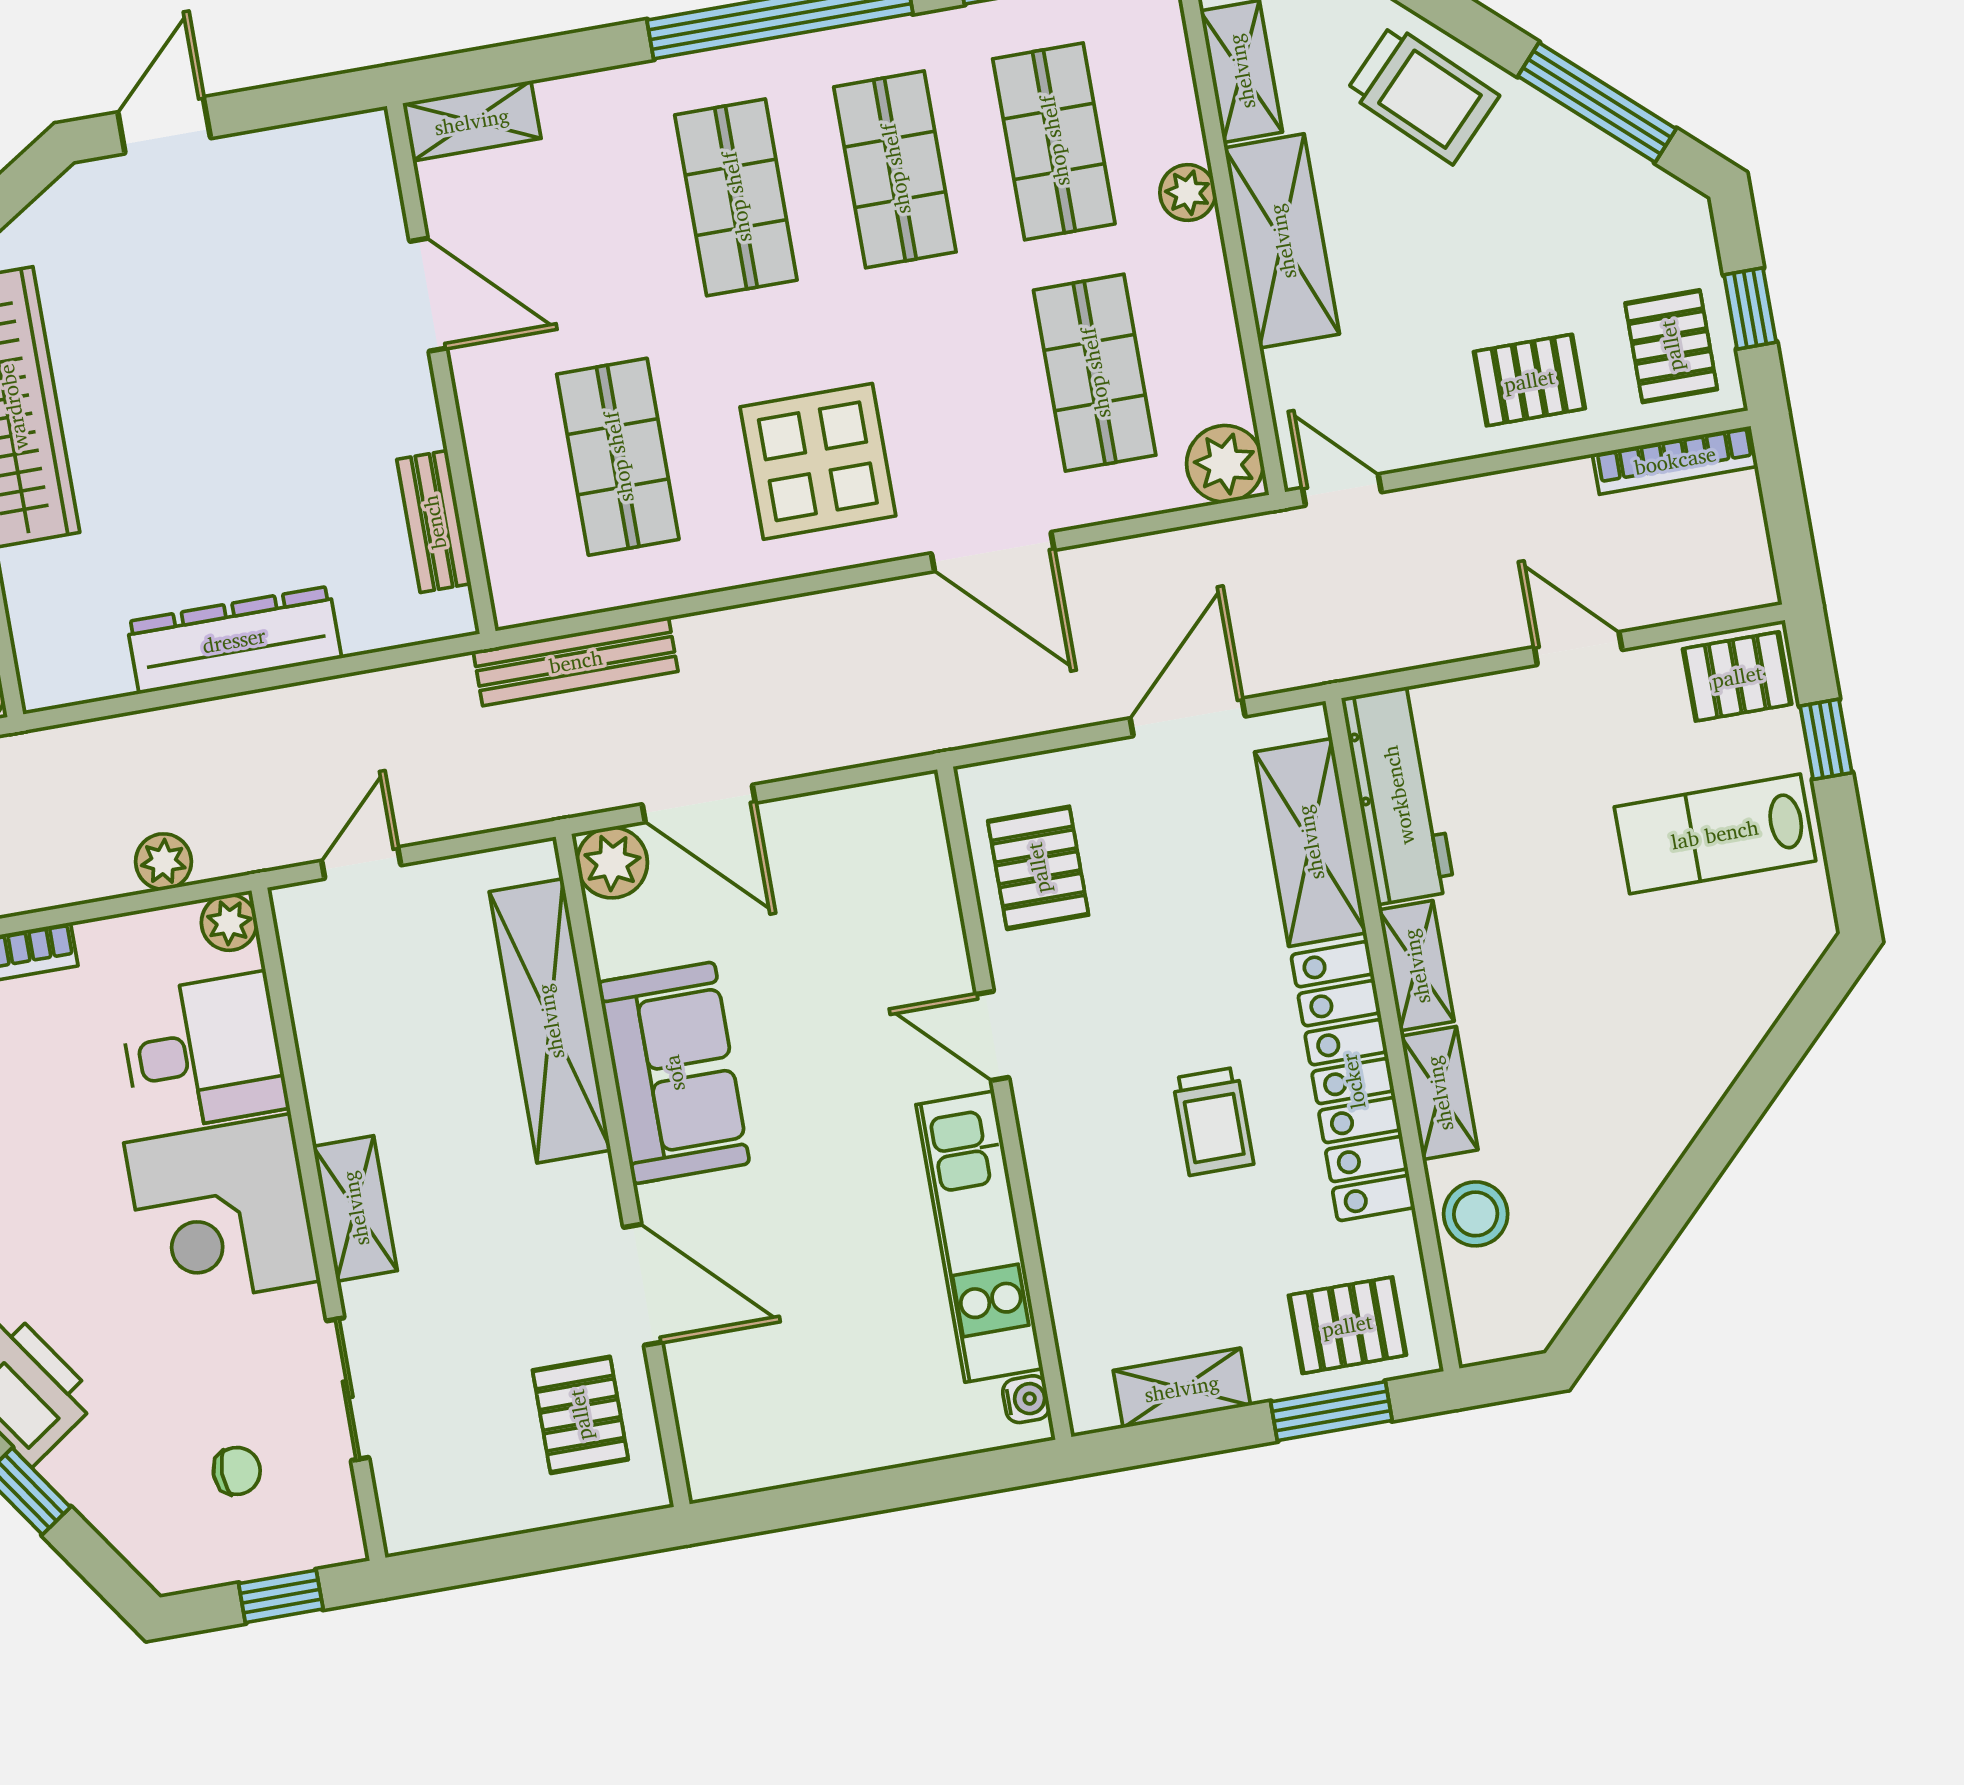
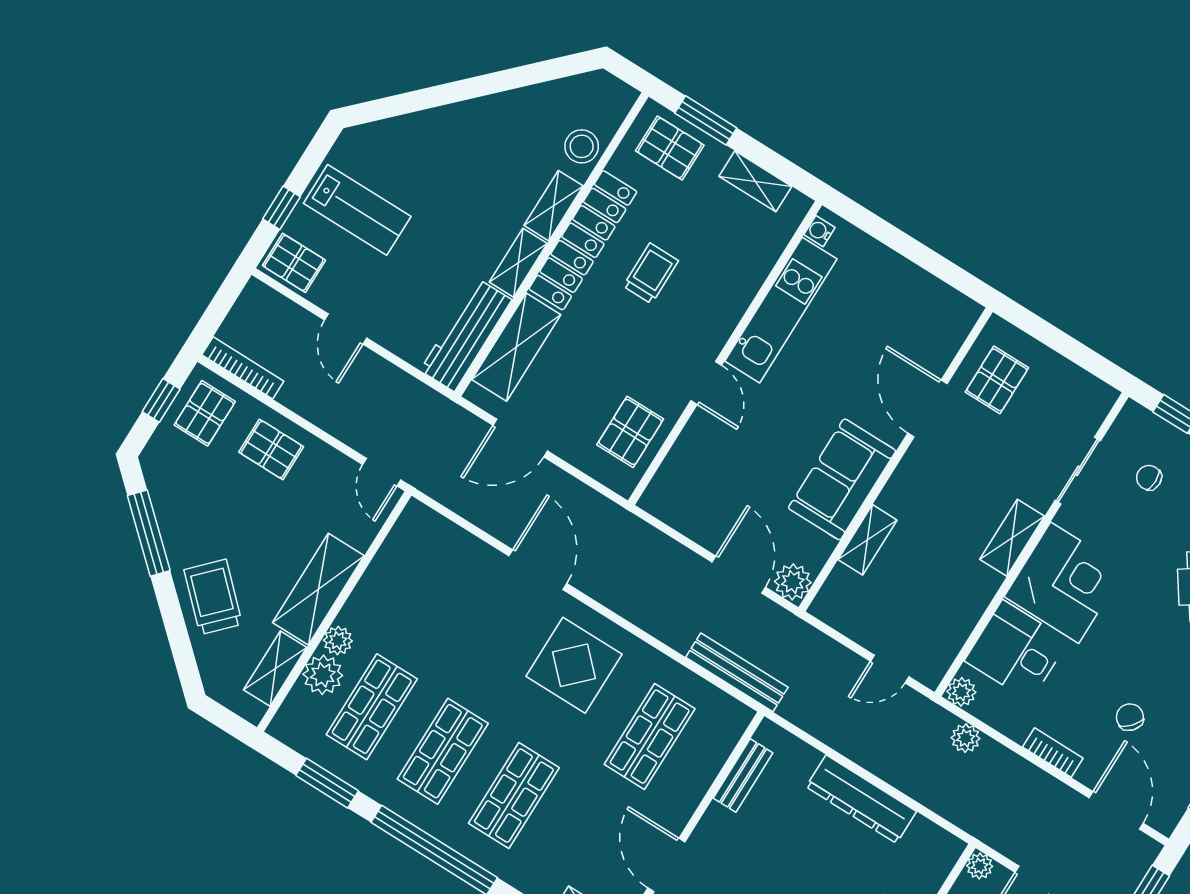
shop shelf: (1095, 373) -> (436, 603), removed
plant: (1225, 464) -> (323, 675), moved
shelving: (550, 1021) -> (868, 540), width x0.45, depth x0.75

